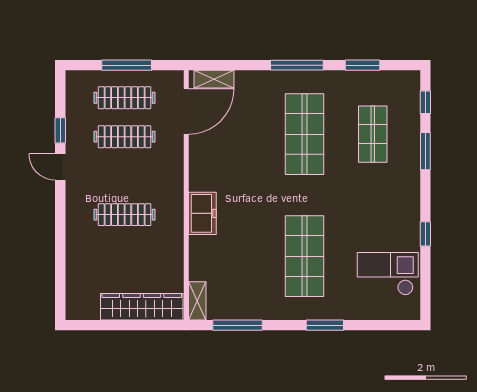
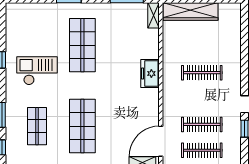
checkout: (388, 274) -> (37, 71), moved, turned 180

